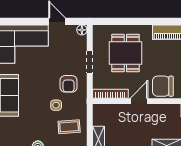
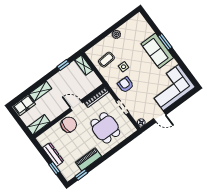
door: (139, 101) -> (76, 105), swing flipped

